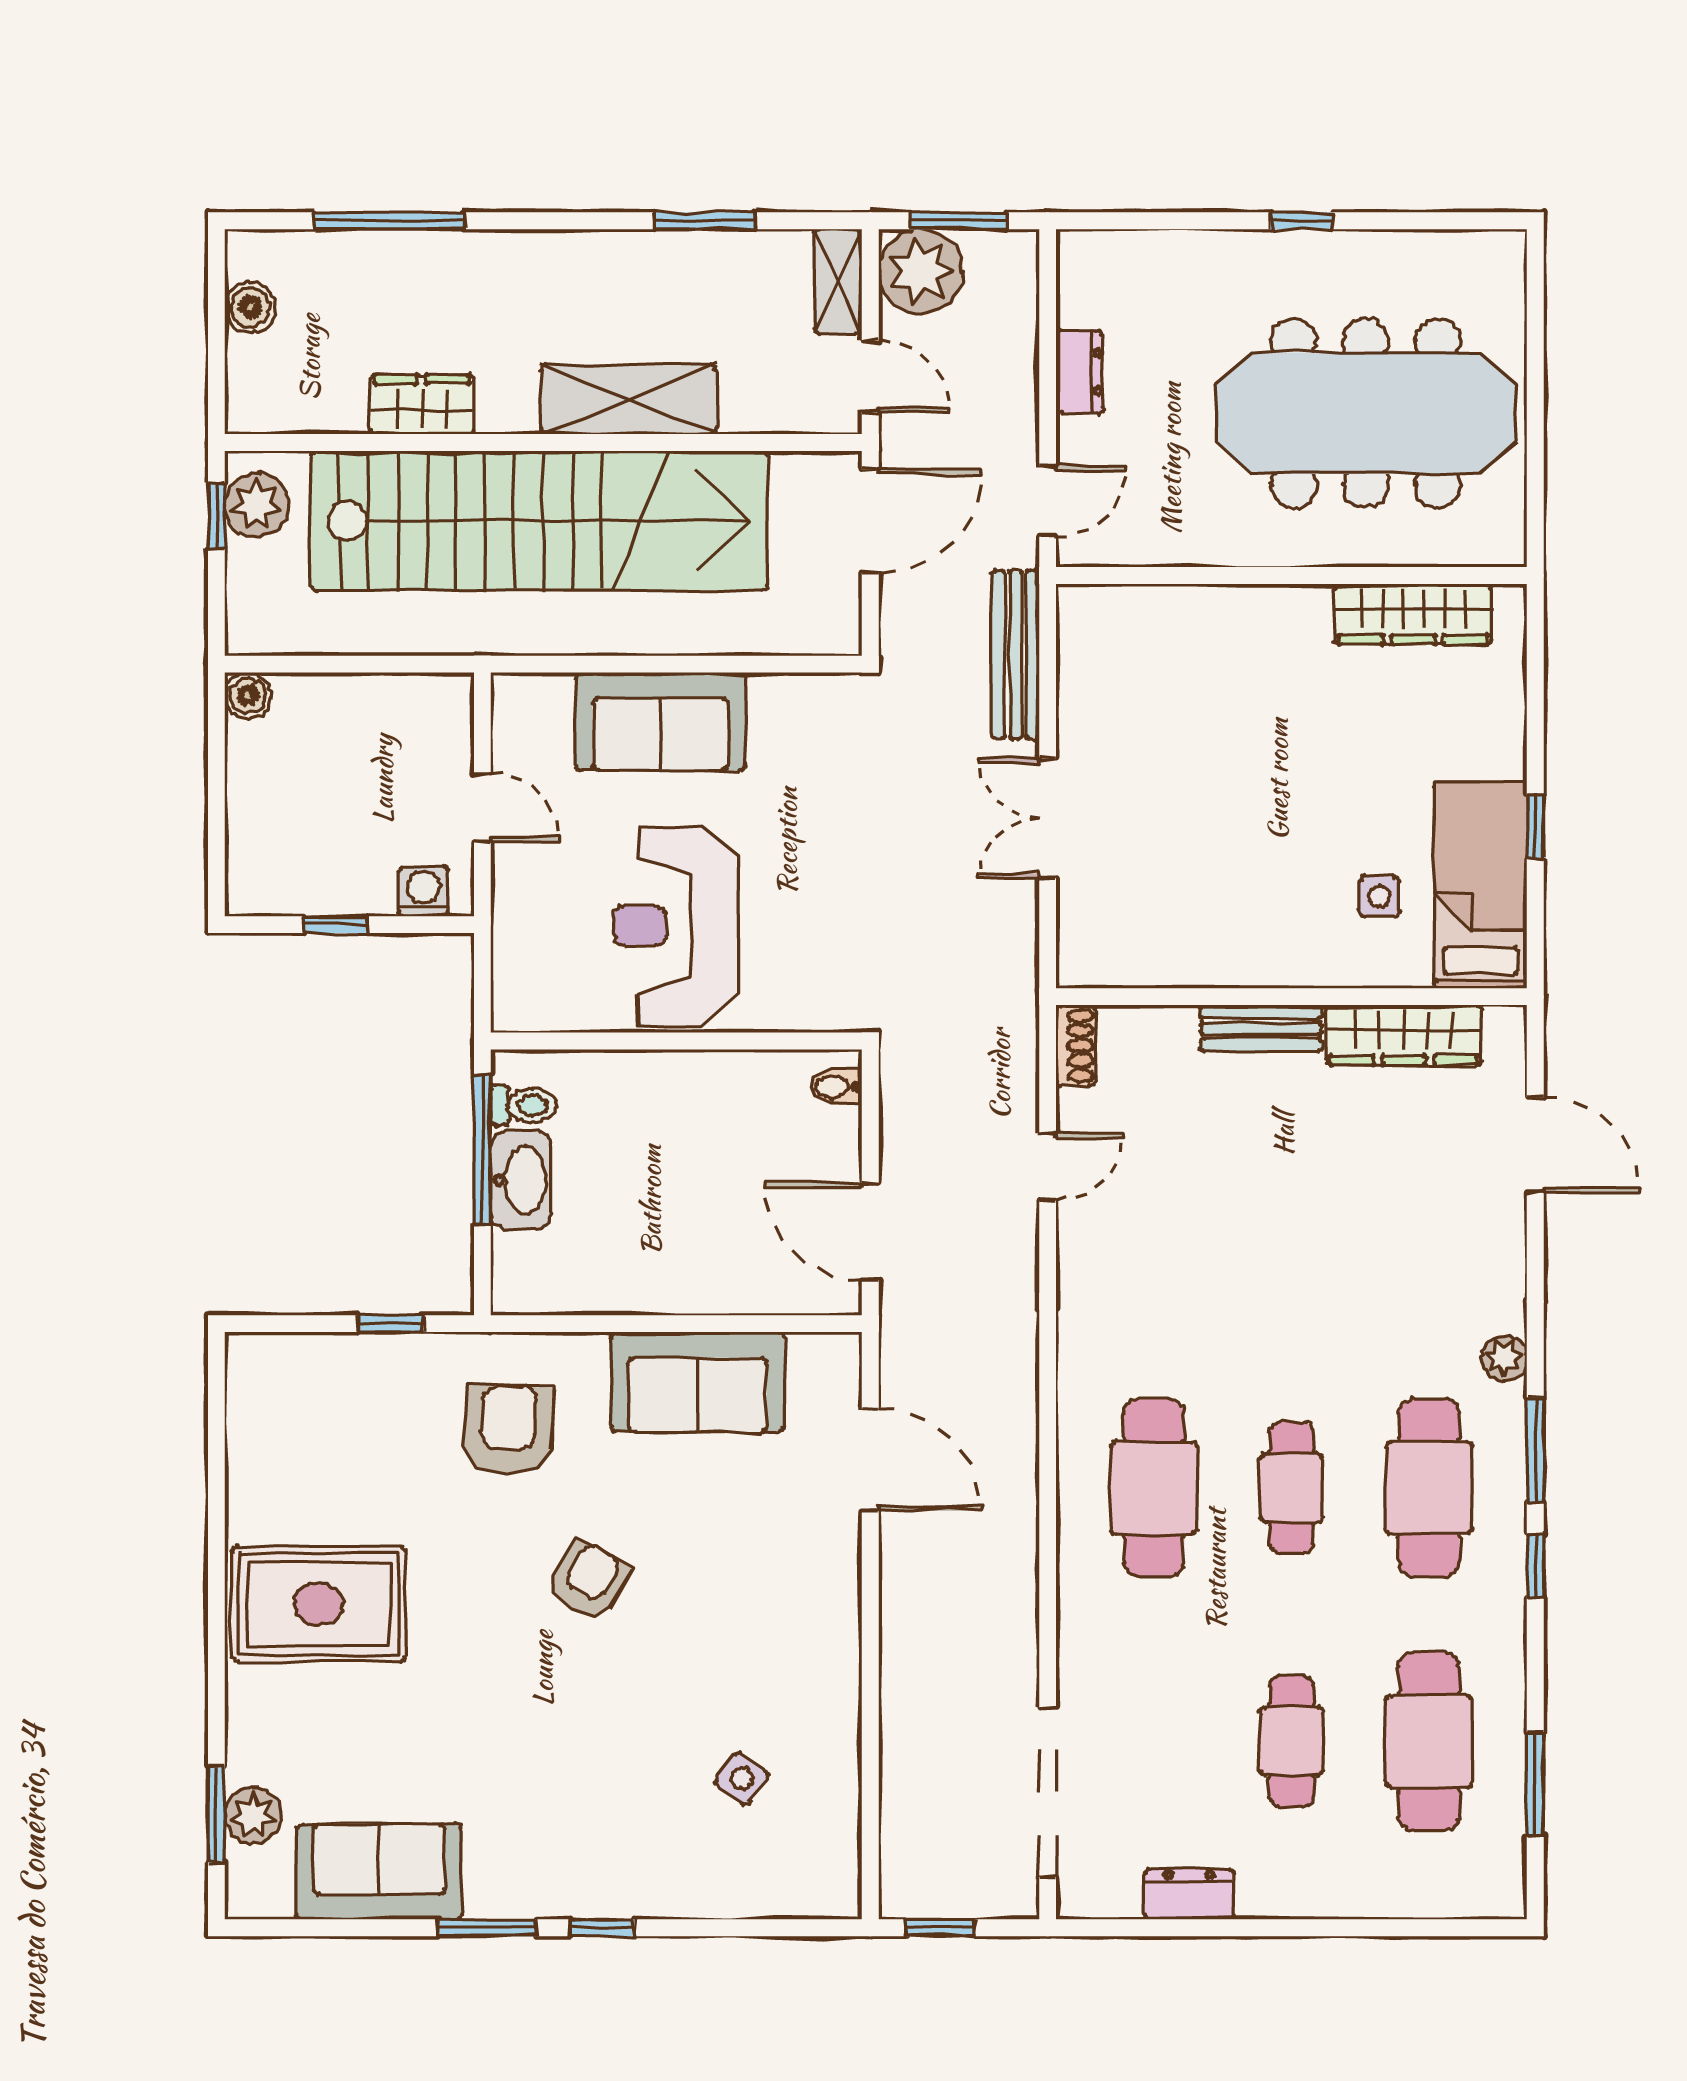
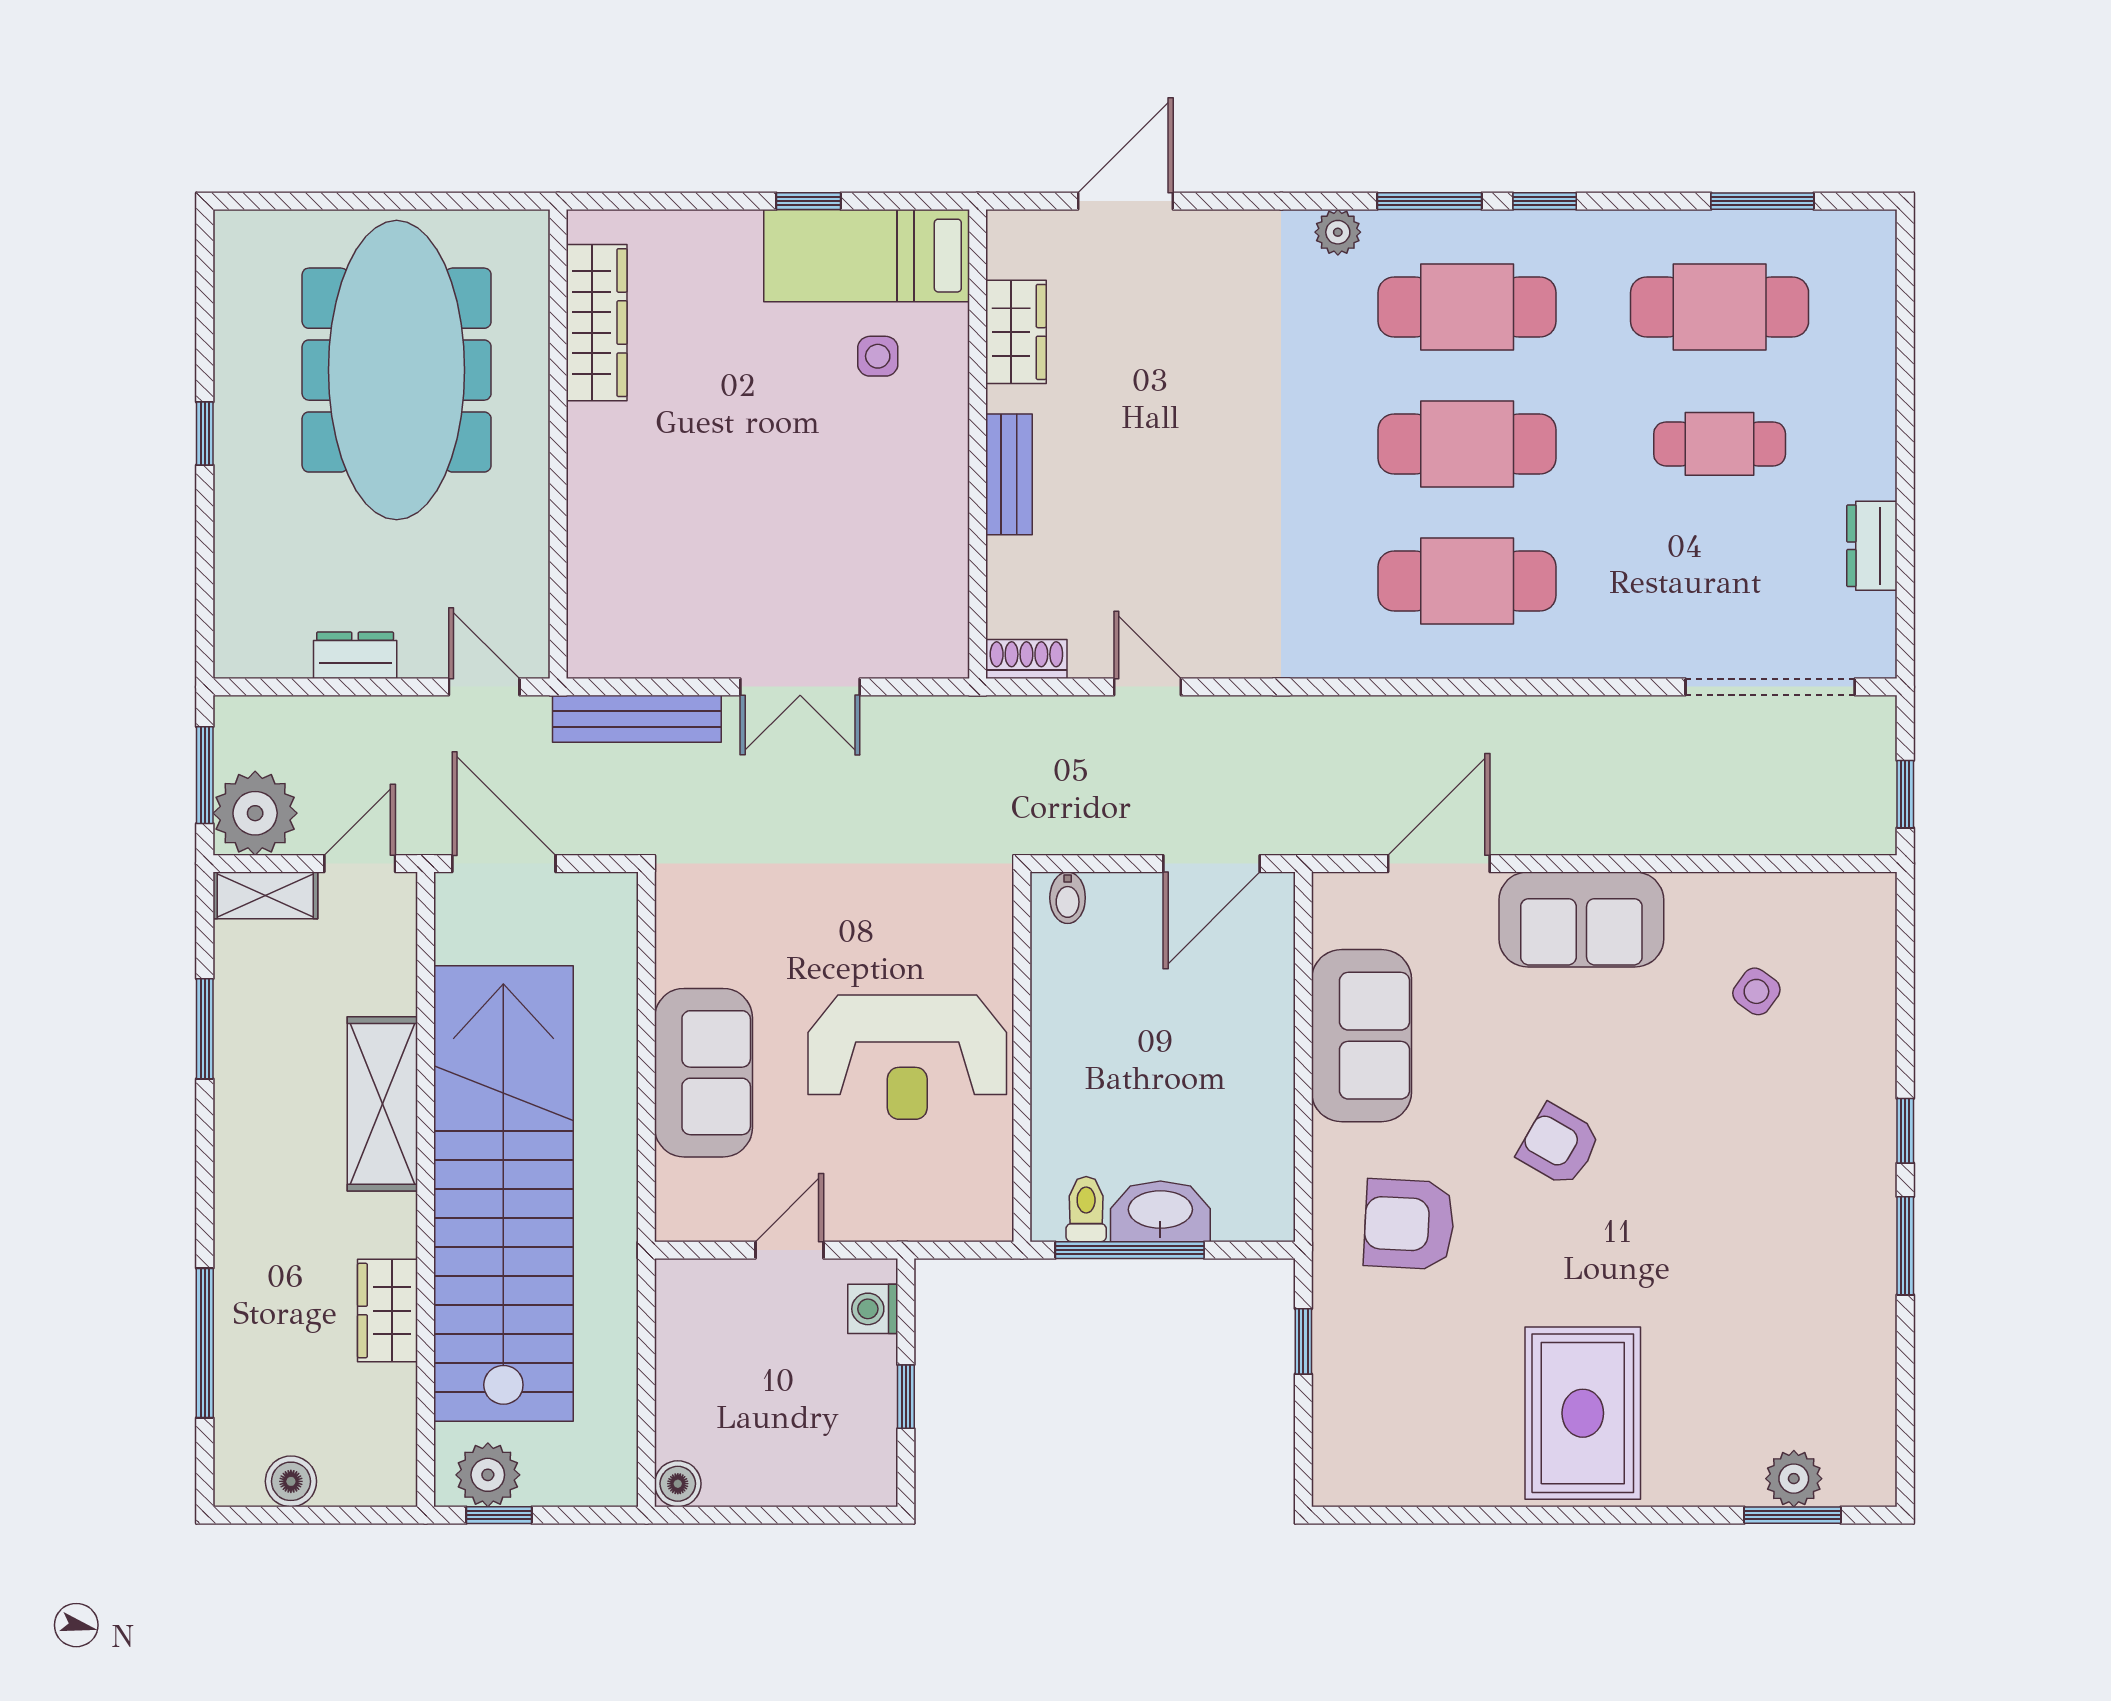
wardrobe: (1404, 1035) -> (1016, 332), width x0.67
cafe table: (1291, 1488) -> (1467, 444), width x1.37, depth x1.35
sofa: (379, 1872) -> (1581, 919), moved, turned -90

